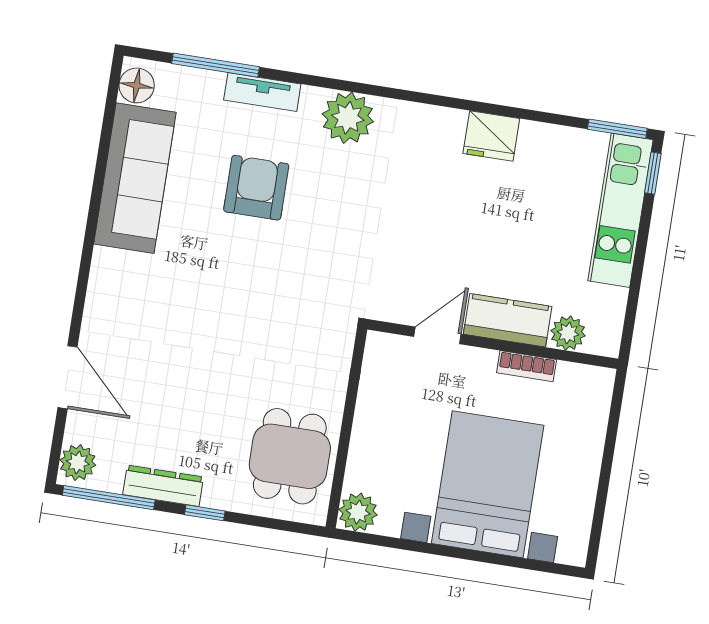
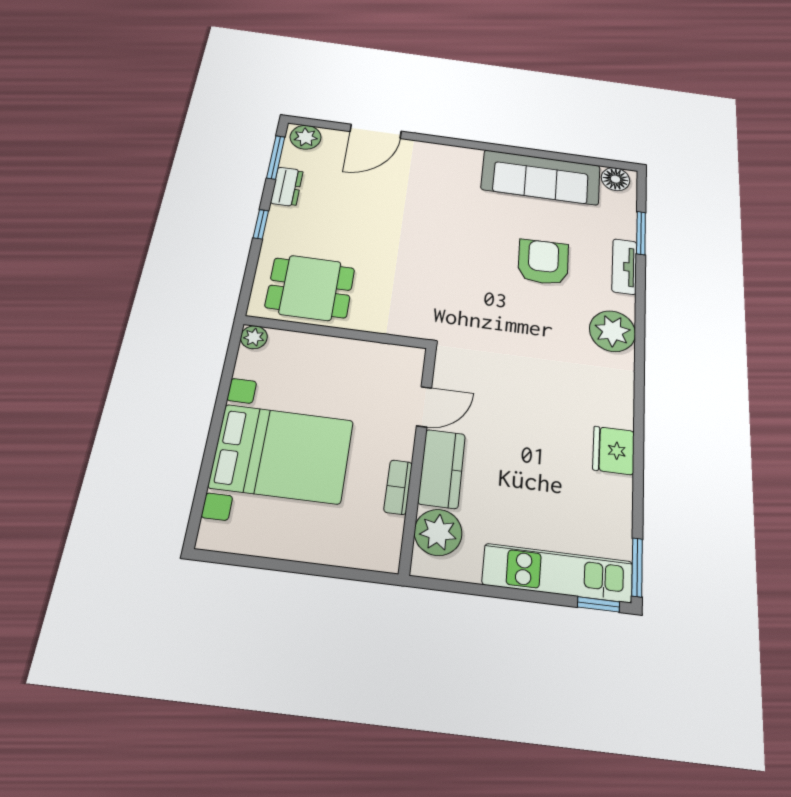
window: (216, 65) -> (641, 233), width x0.69
armchair: (256, 188) -> (543, 262), turned -91
plant: (568, 333) -> (438, 532), width x1.36, depth x1.36
door: (437, 335) -> (424, 407), hinge flipped
dresser: (163, 486) -> (287, 187), width x0.70
window: (109, 498) -> (276, 157), width x0.69
plant: (358, 512) -> (254, 337), width x0.73, depth x0.73

